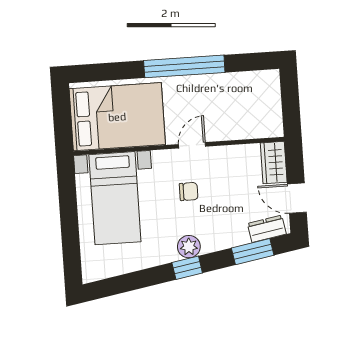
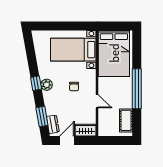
cot: (249, 84) -> (126, 120), added
door: (192, 145) -> (97, 101), moved

